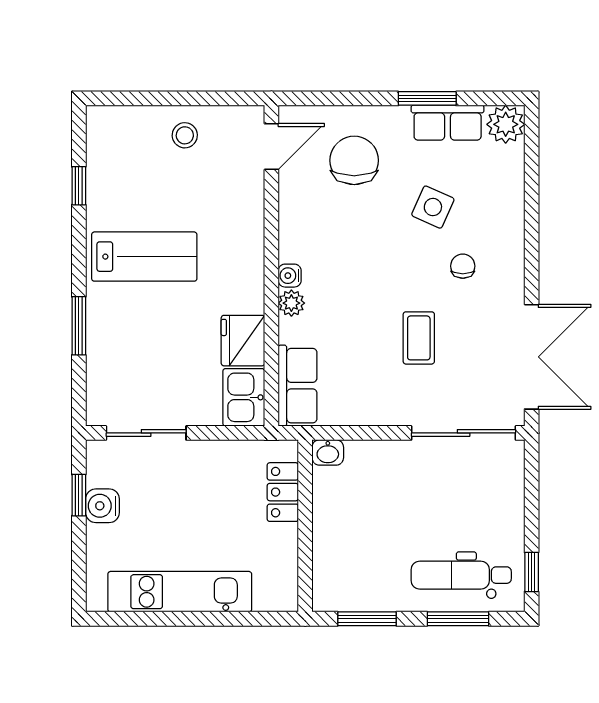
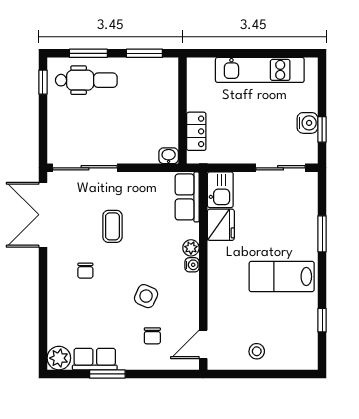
chair: (354, 160) -> (152, 336), width x0.54, depth x0.54
side table: (433, 207) -> (146, 296), moved

